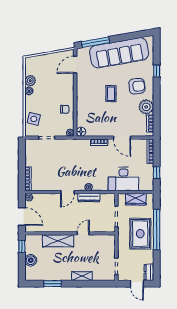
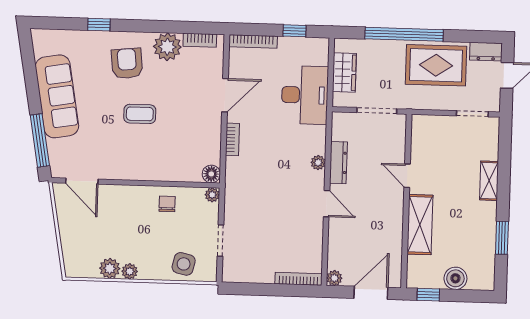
sofa: (119, 53) -> (57, 96), width x0.74, depth x0.79
rug: (140, 234) -> (436, 65), moved

